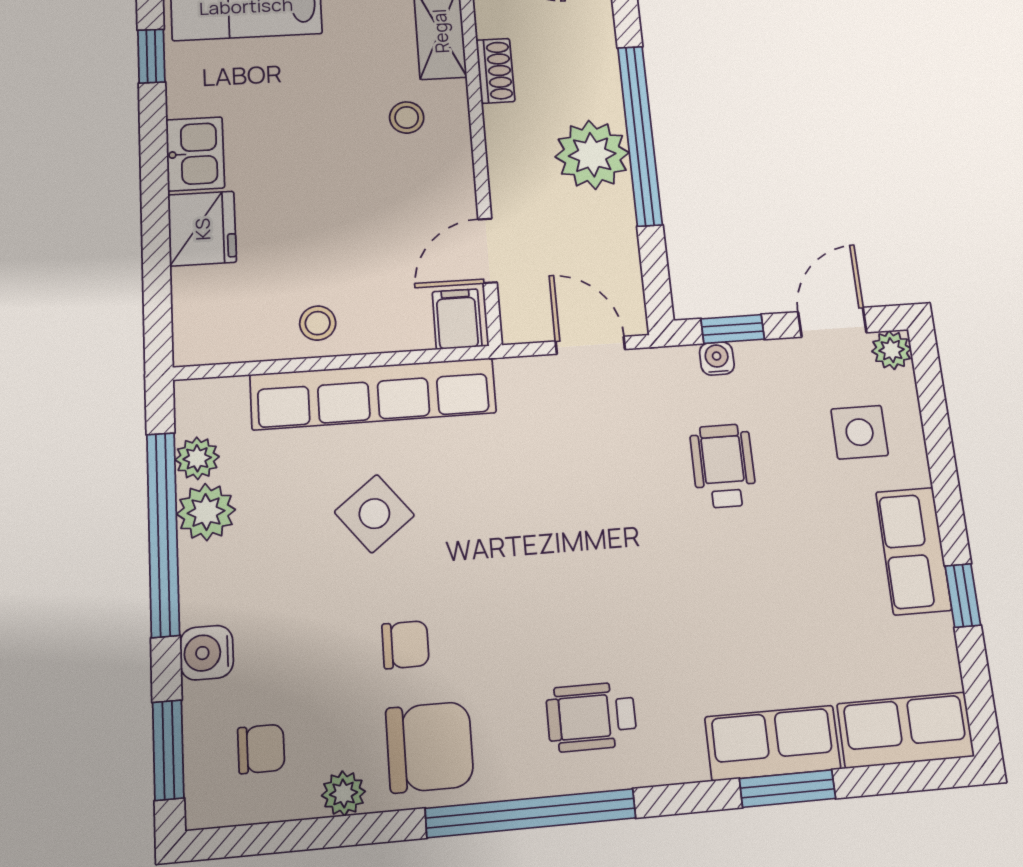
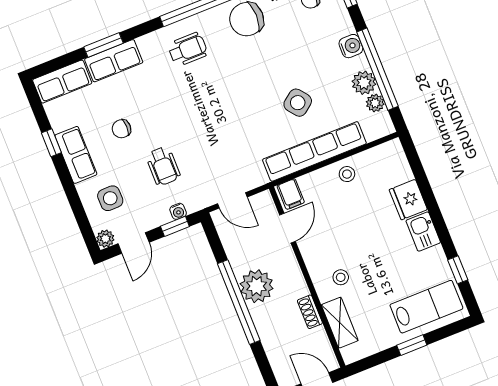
chair: (405, 645) -> (121, 129), moved
water cooler: (207, 653) -> (351, 46), moved

